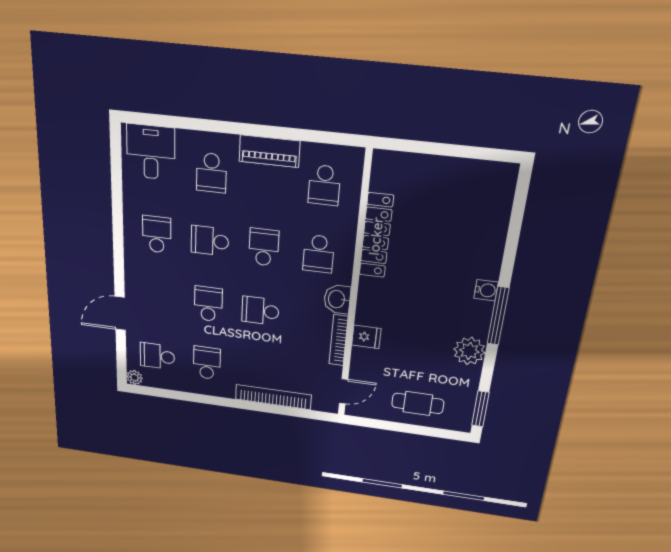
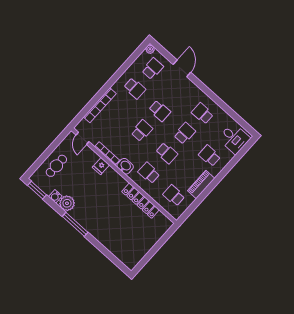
school desk: (157, 234) -> (202, 113), turned 180
water cooler: (486, 290) -> (55, 196), moved

